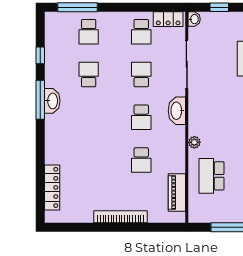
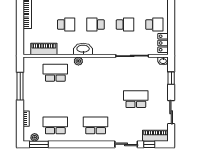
school desk: (141, 32) -> (154, 25), turned 180
washbasin: (177, 111) -> (83, 49), moved
school desk: (141, 160) -> (66, 25), turned 180

